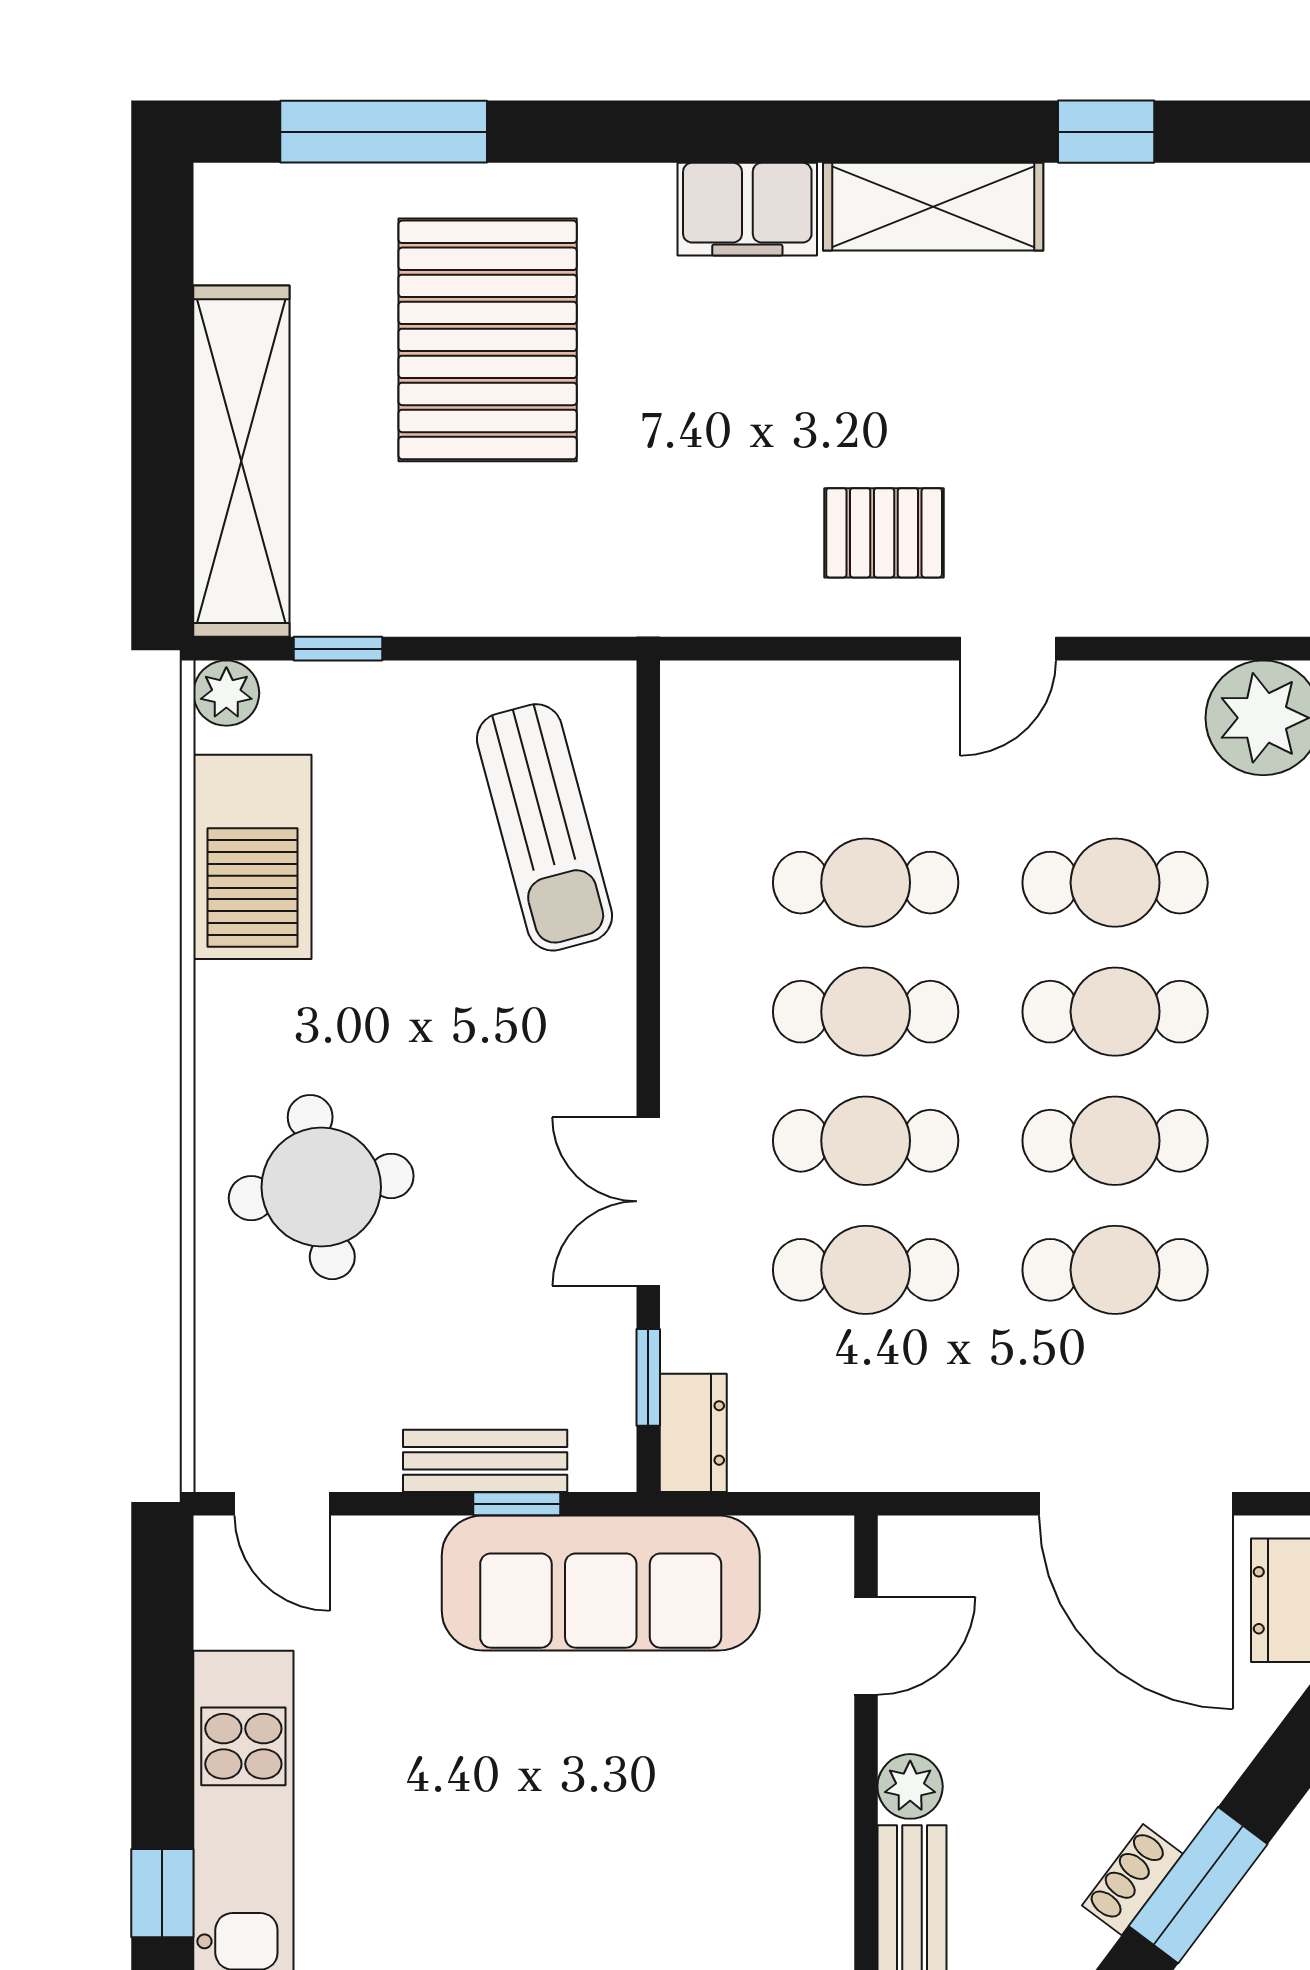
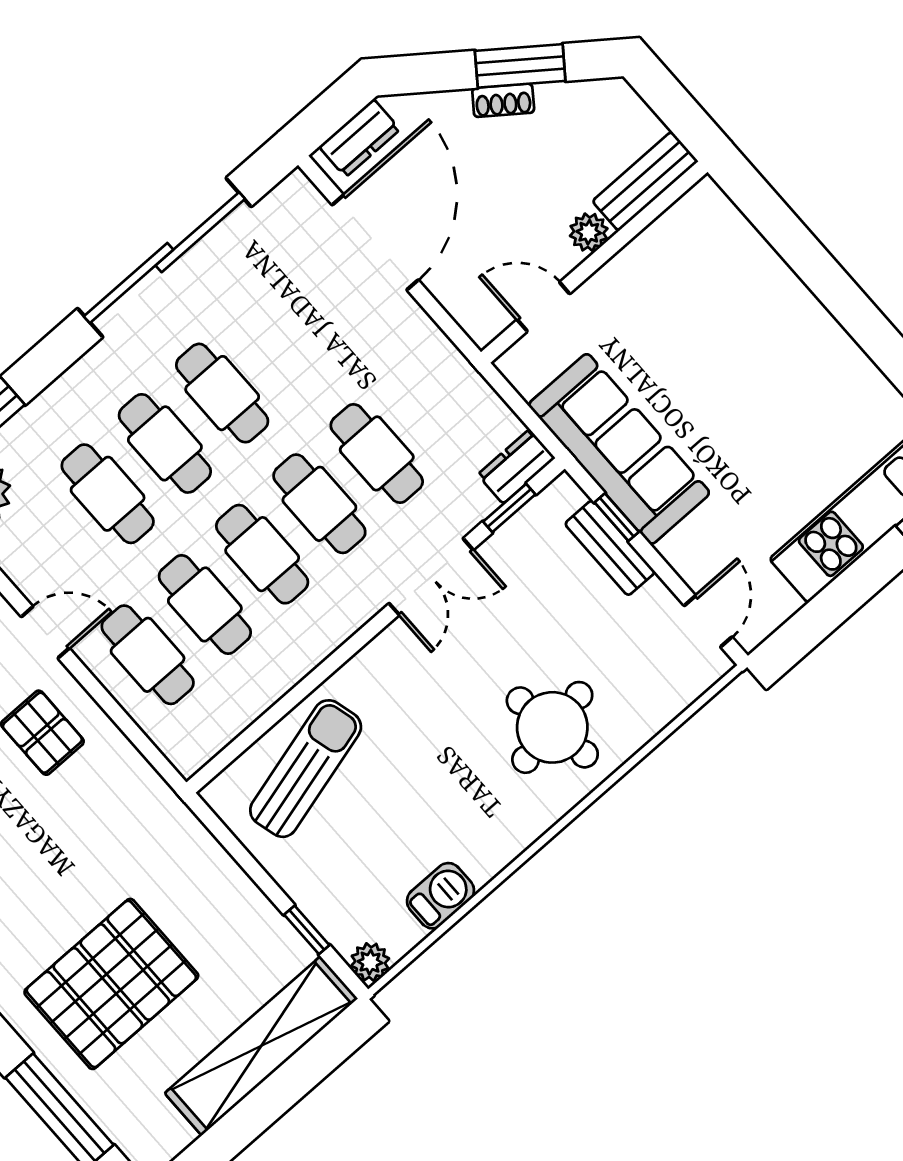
barbecue: (252, 857) -> (441, 896), width x0.53, depth x0.65
cafe table: (1115, 1270) -> (148, 655), moved
shoe rack: (1132, 1880) -> (503, 100), moved

